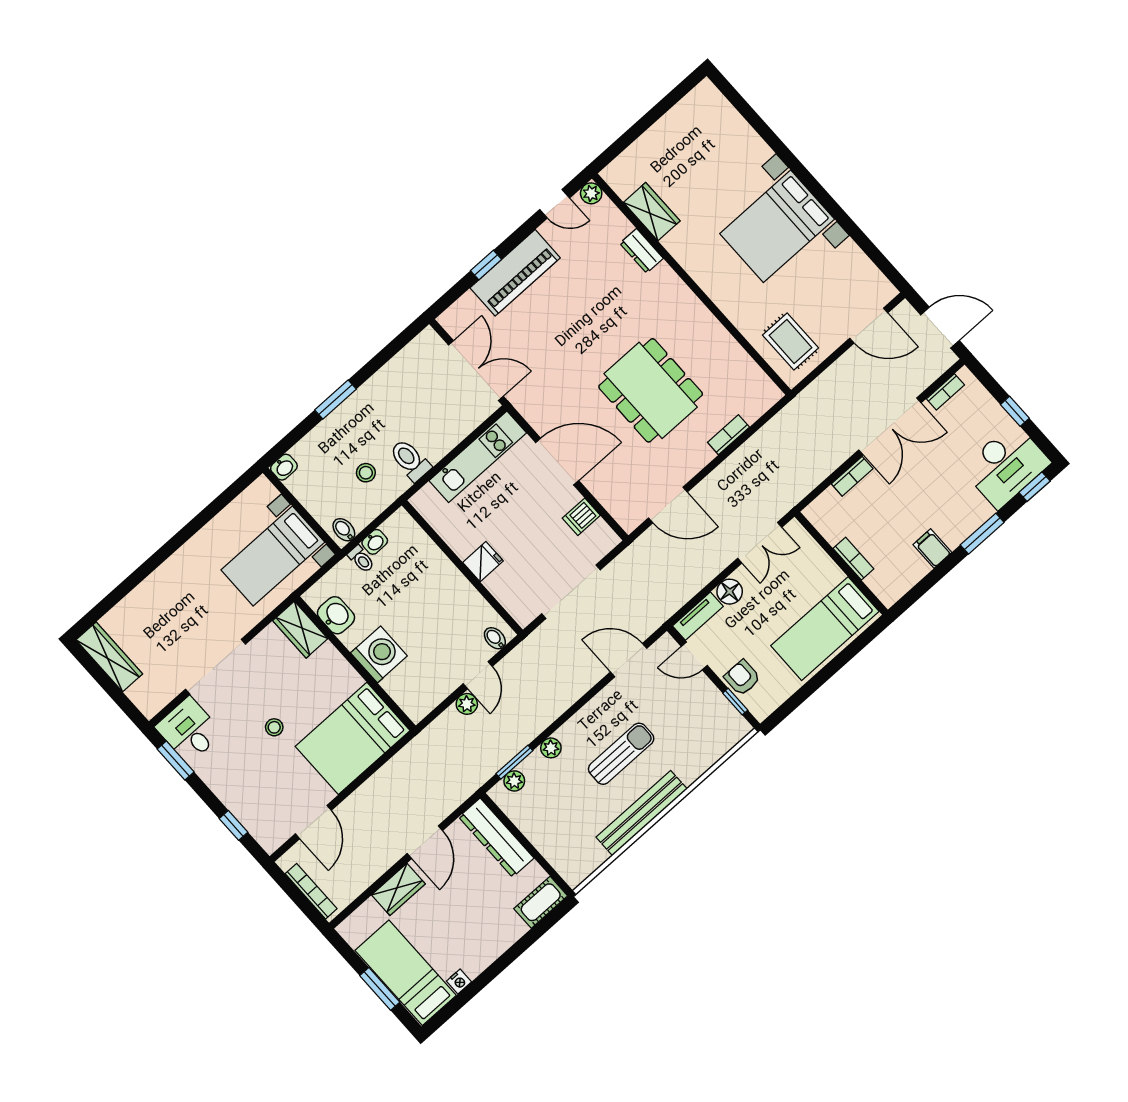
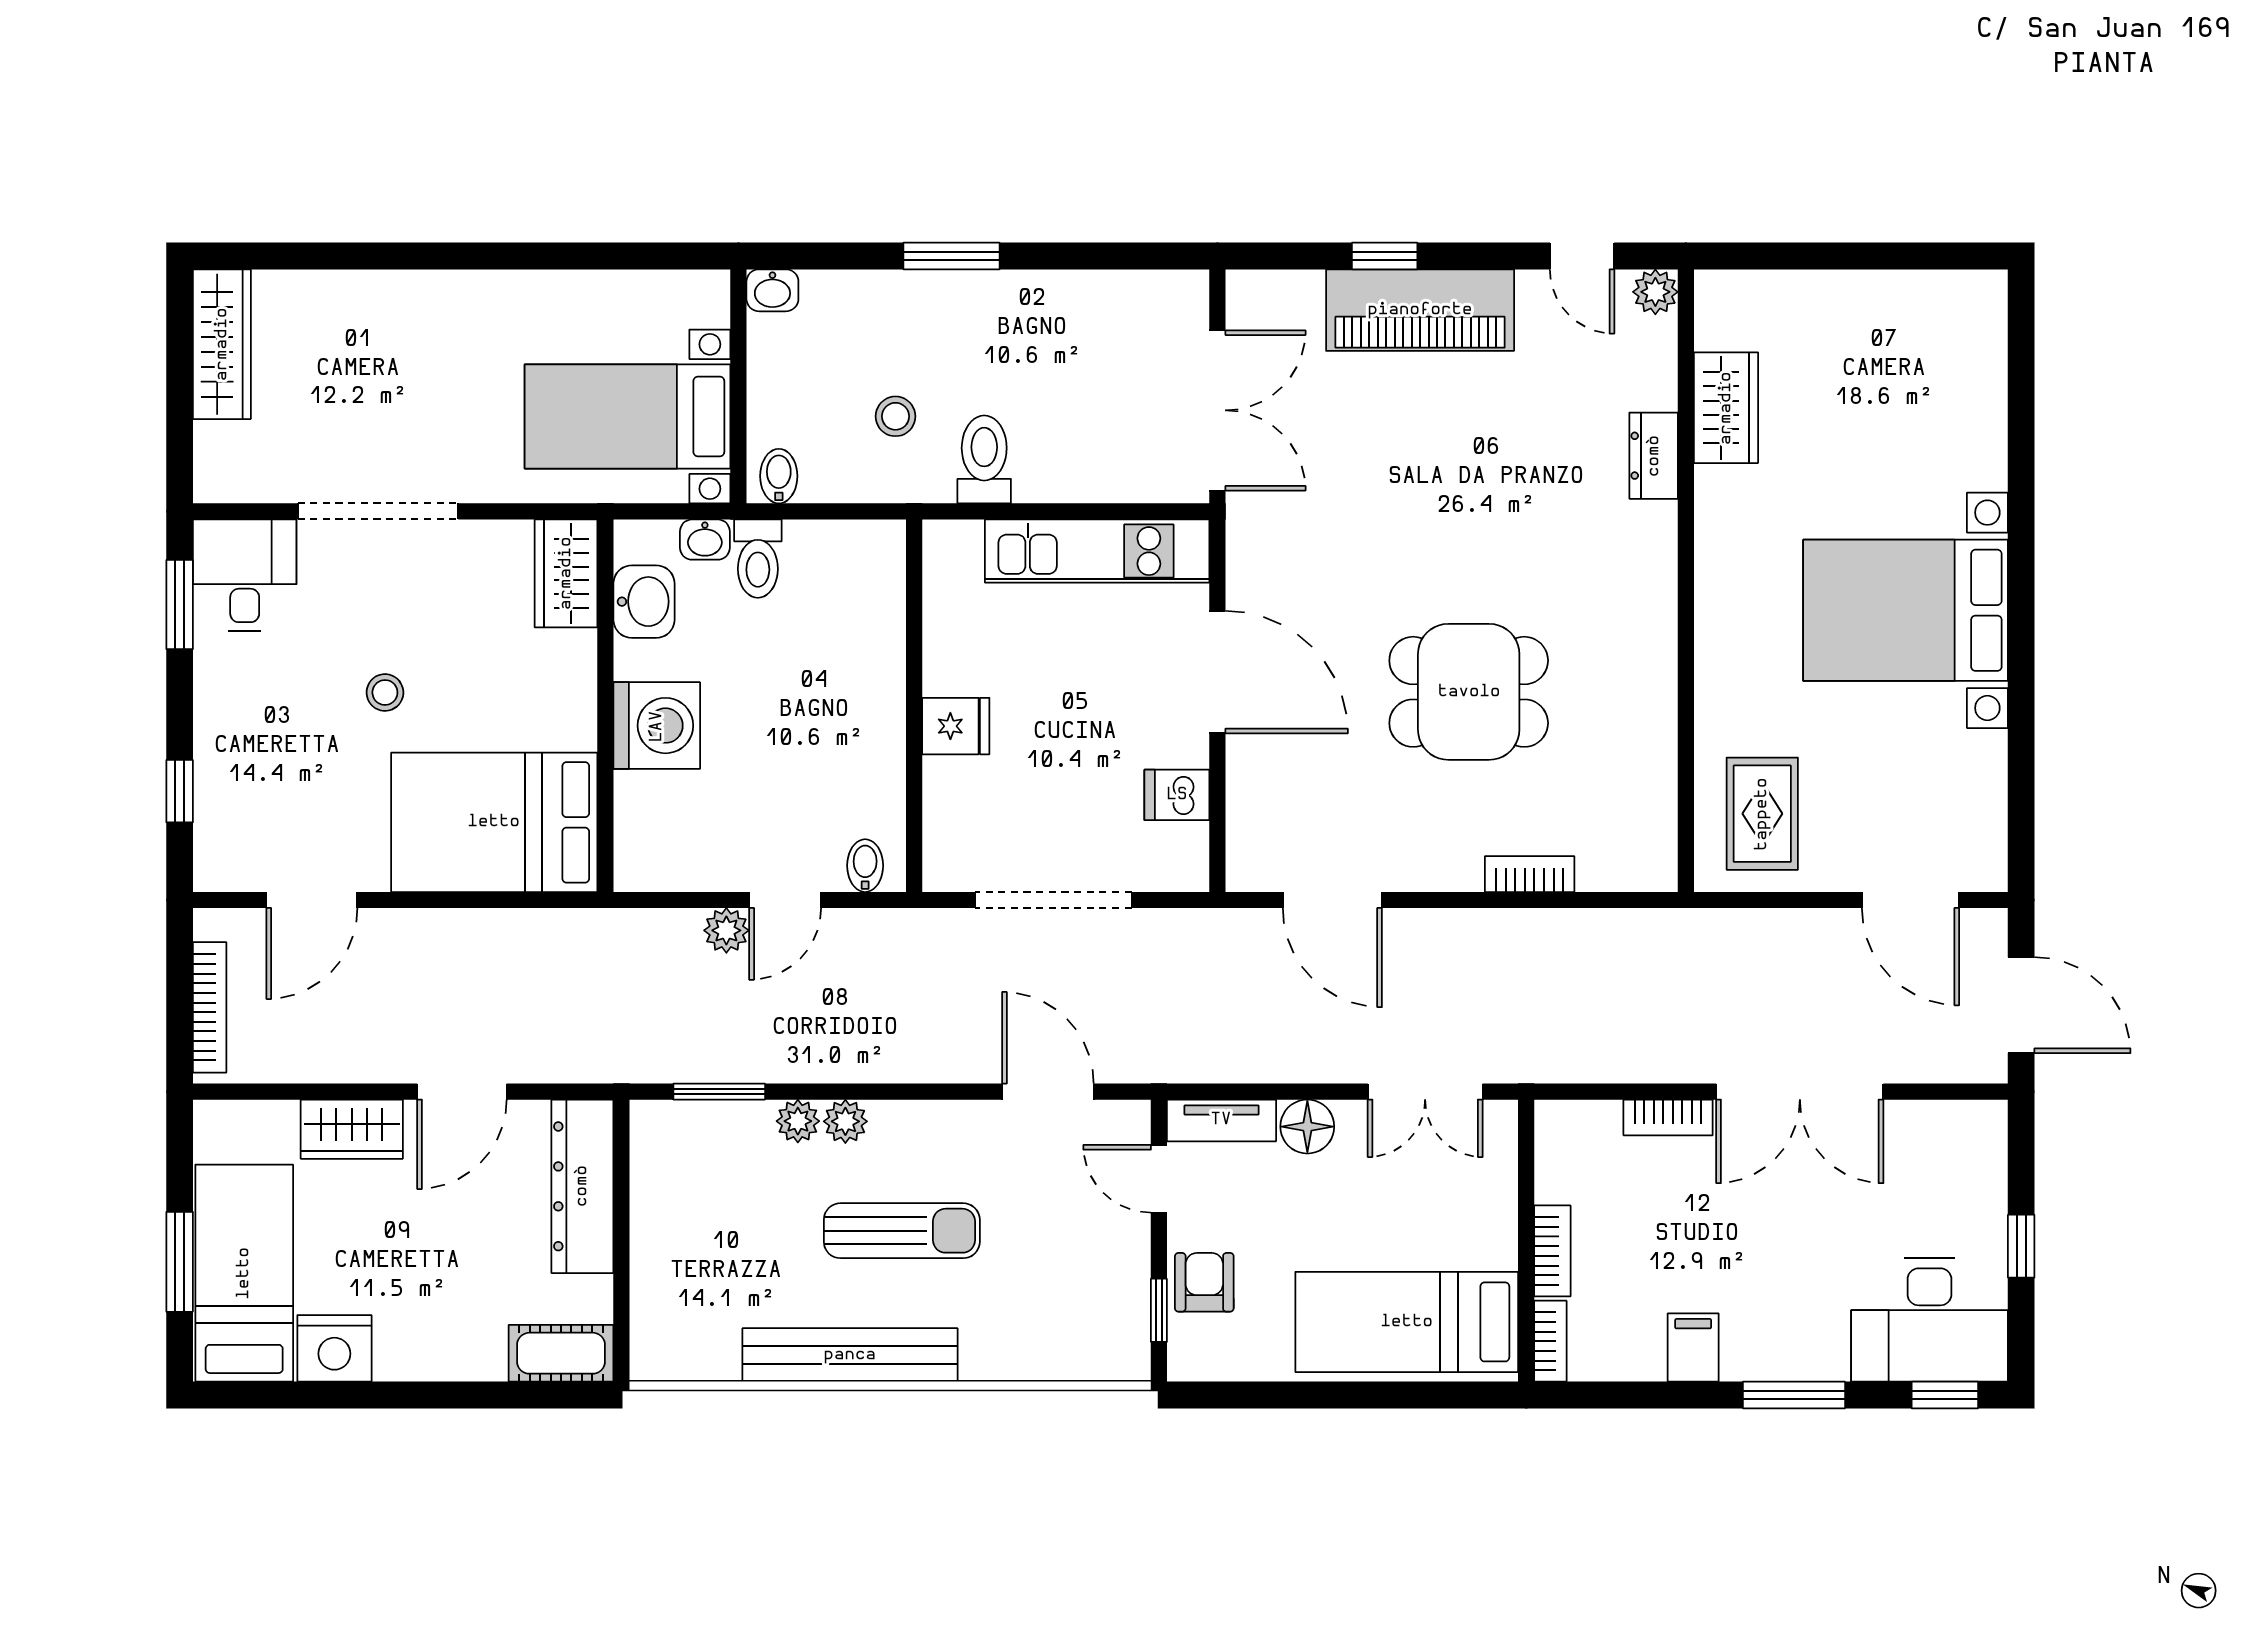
dining table: (651, 390) -> (1469, 692), width x0.73
bookcase: (945, 392) -> (1550, 1341), moved, turned -90
washbasin: (375, 542) -> (705, 540), moved
toilet: (361, 559) -> (758, 559), width x1.37, depth x1.39
plant: (514, 781) -> (845, 1121), moved
nightstand: (459, 982) -> (334, 1348), width x1.89, depth x1.79

